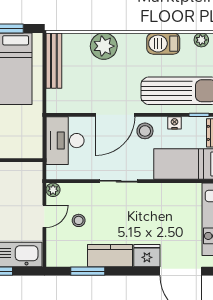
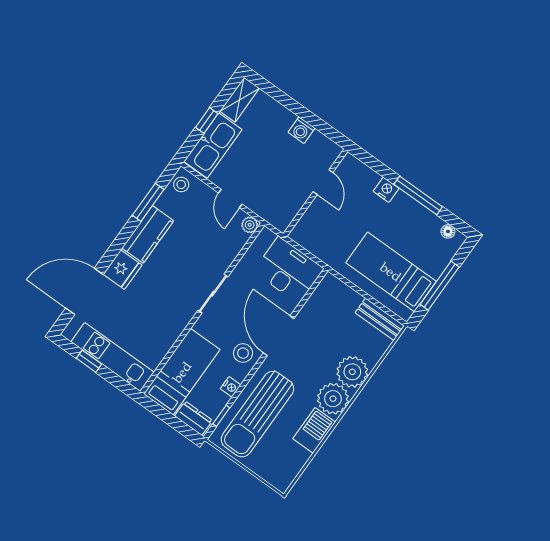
plant: (201, 40) -> (333, 399), moved, width x1.88, depth x1.88
bench: (54, 61) -> (380, 319), width x0.73
stool: (79, 220) -> (181, 184), moved

